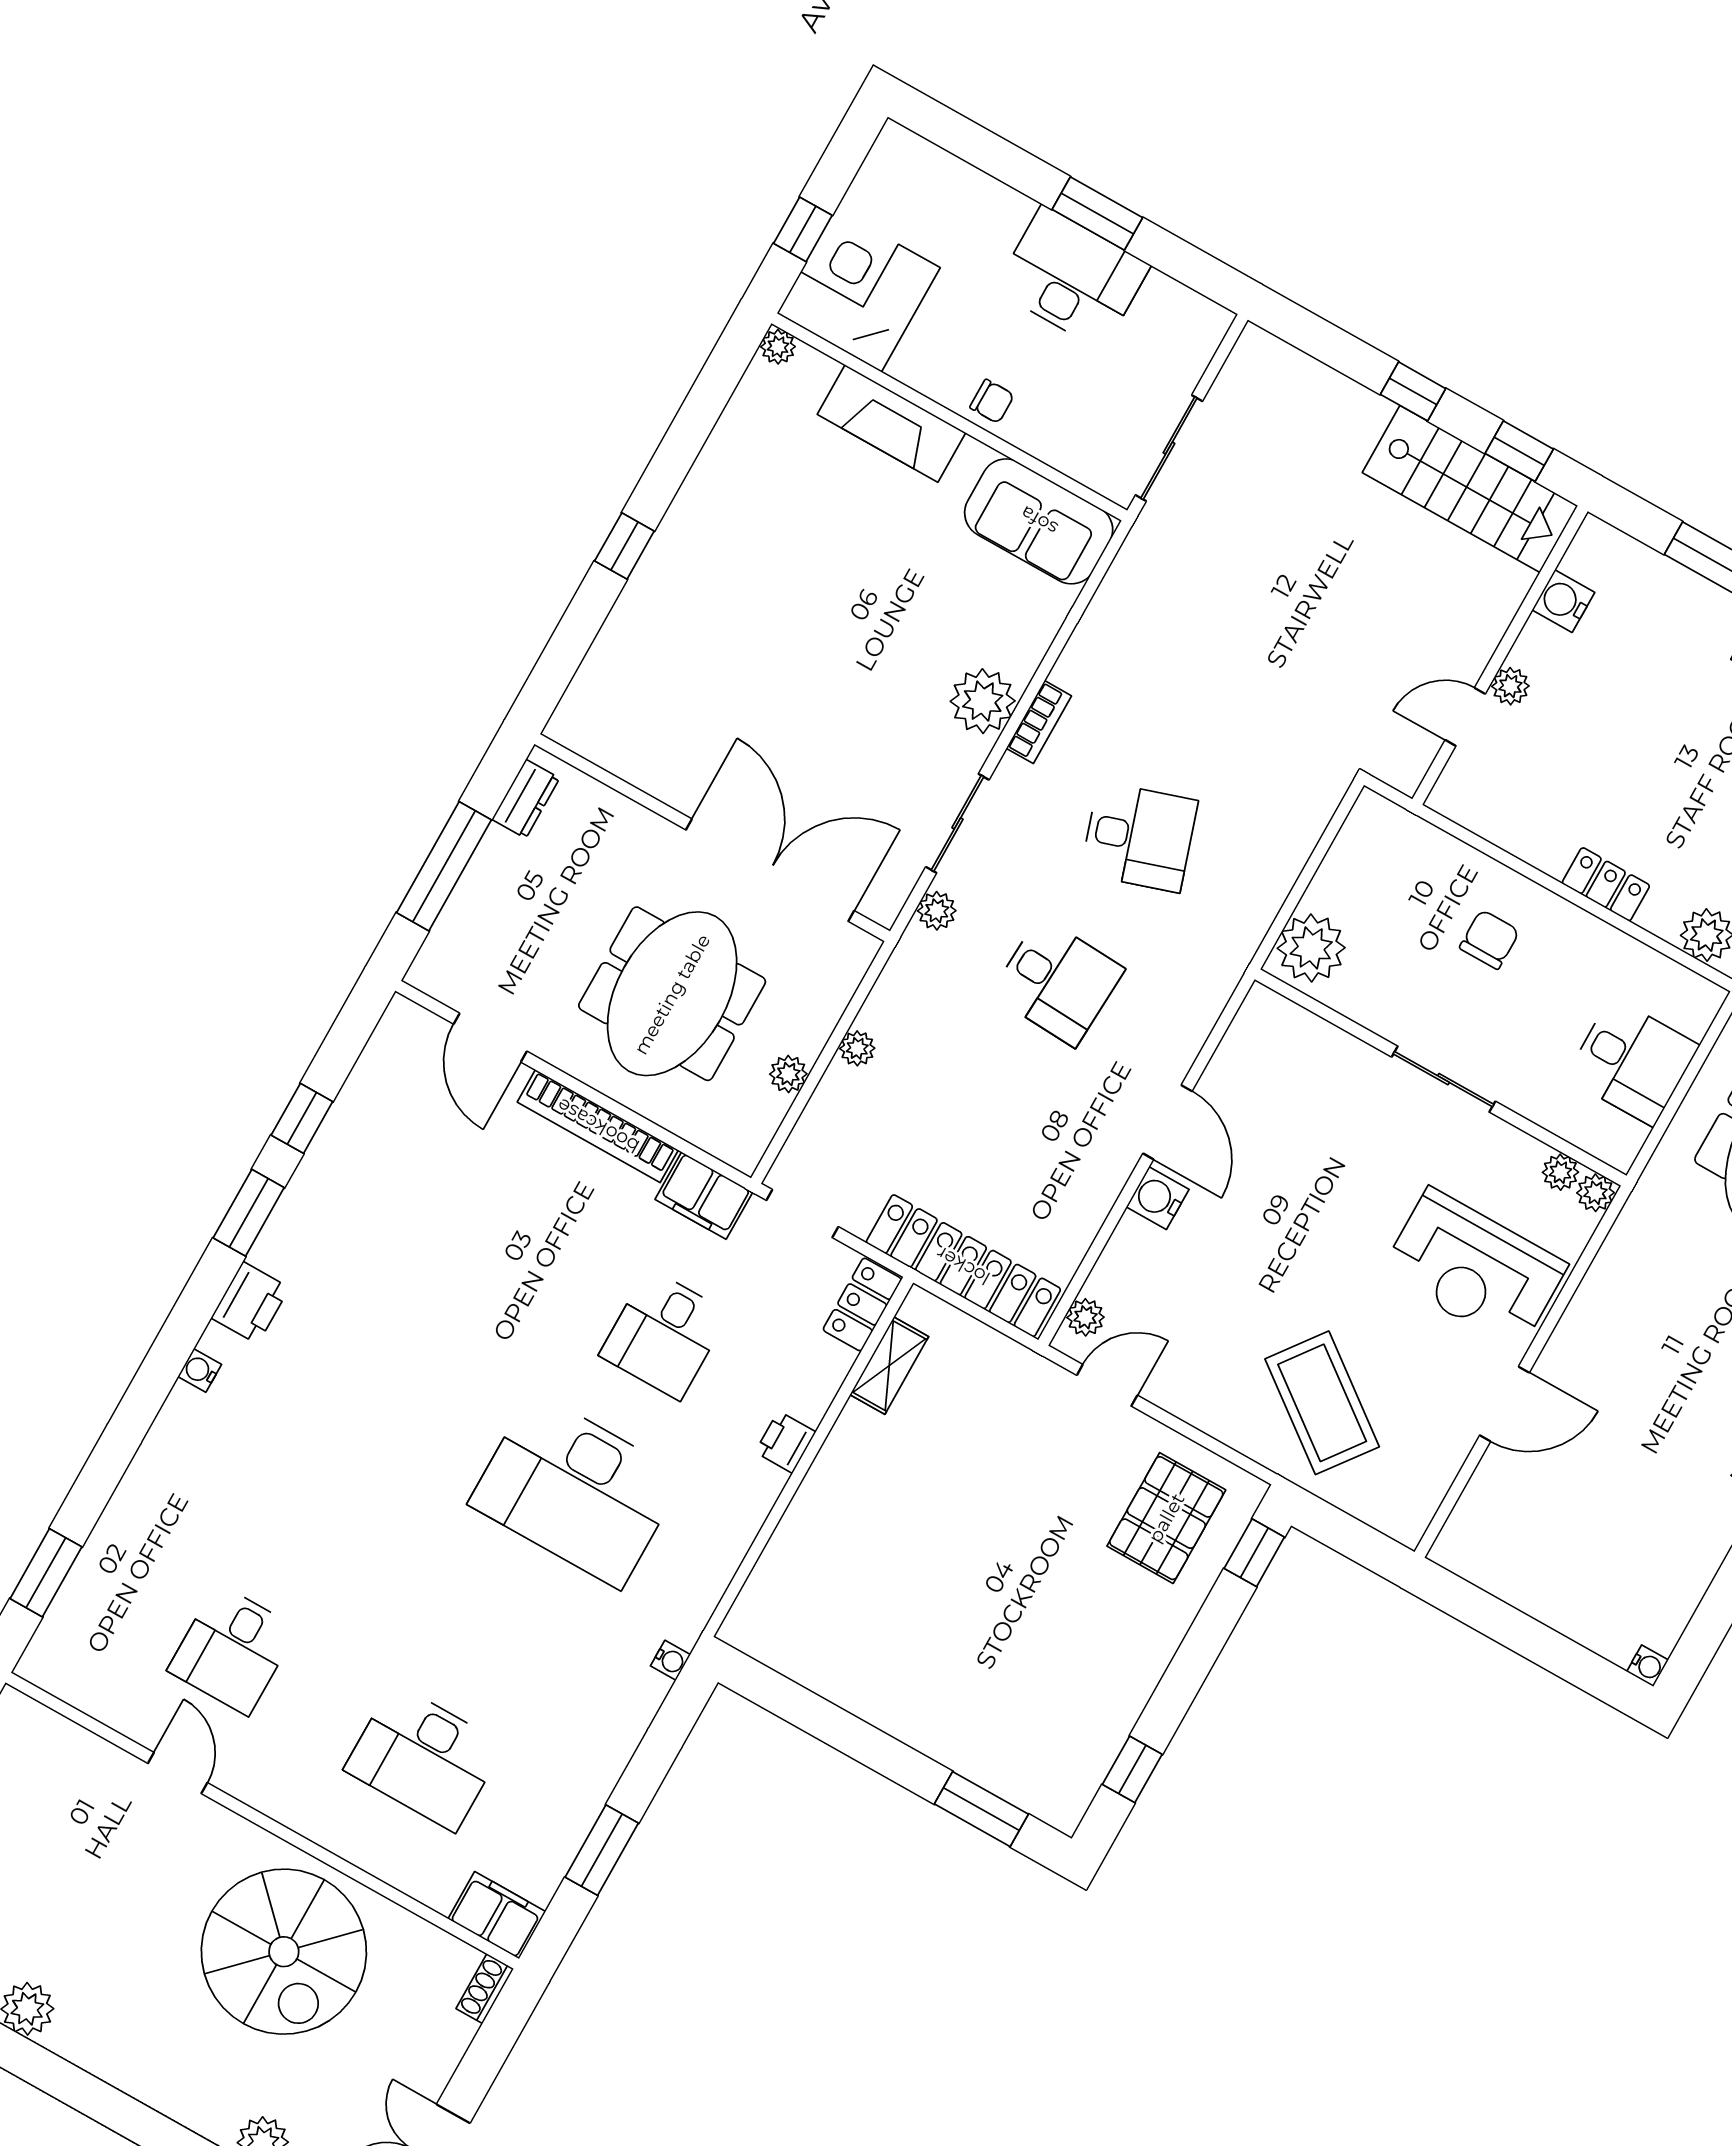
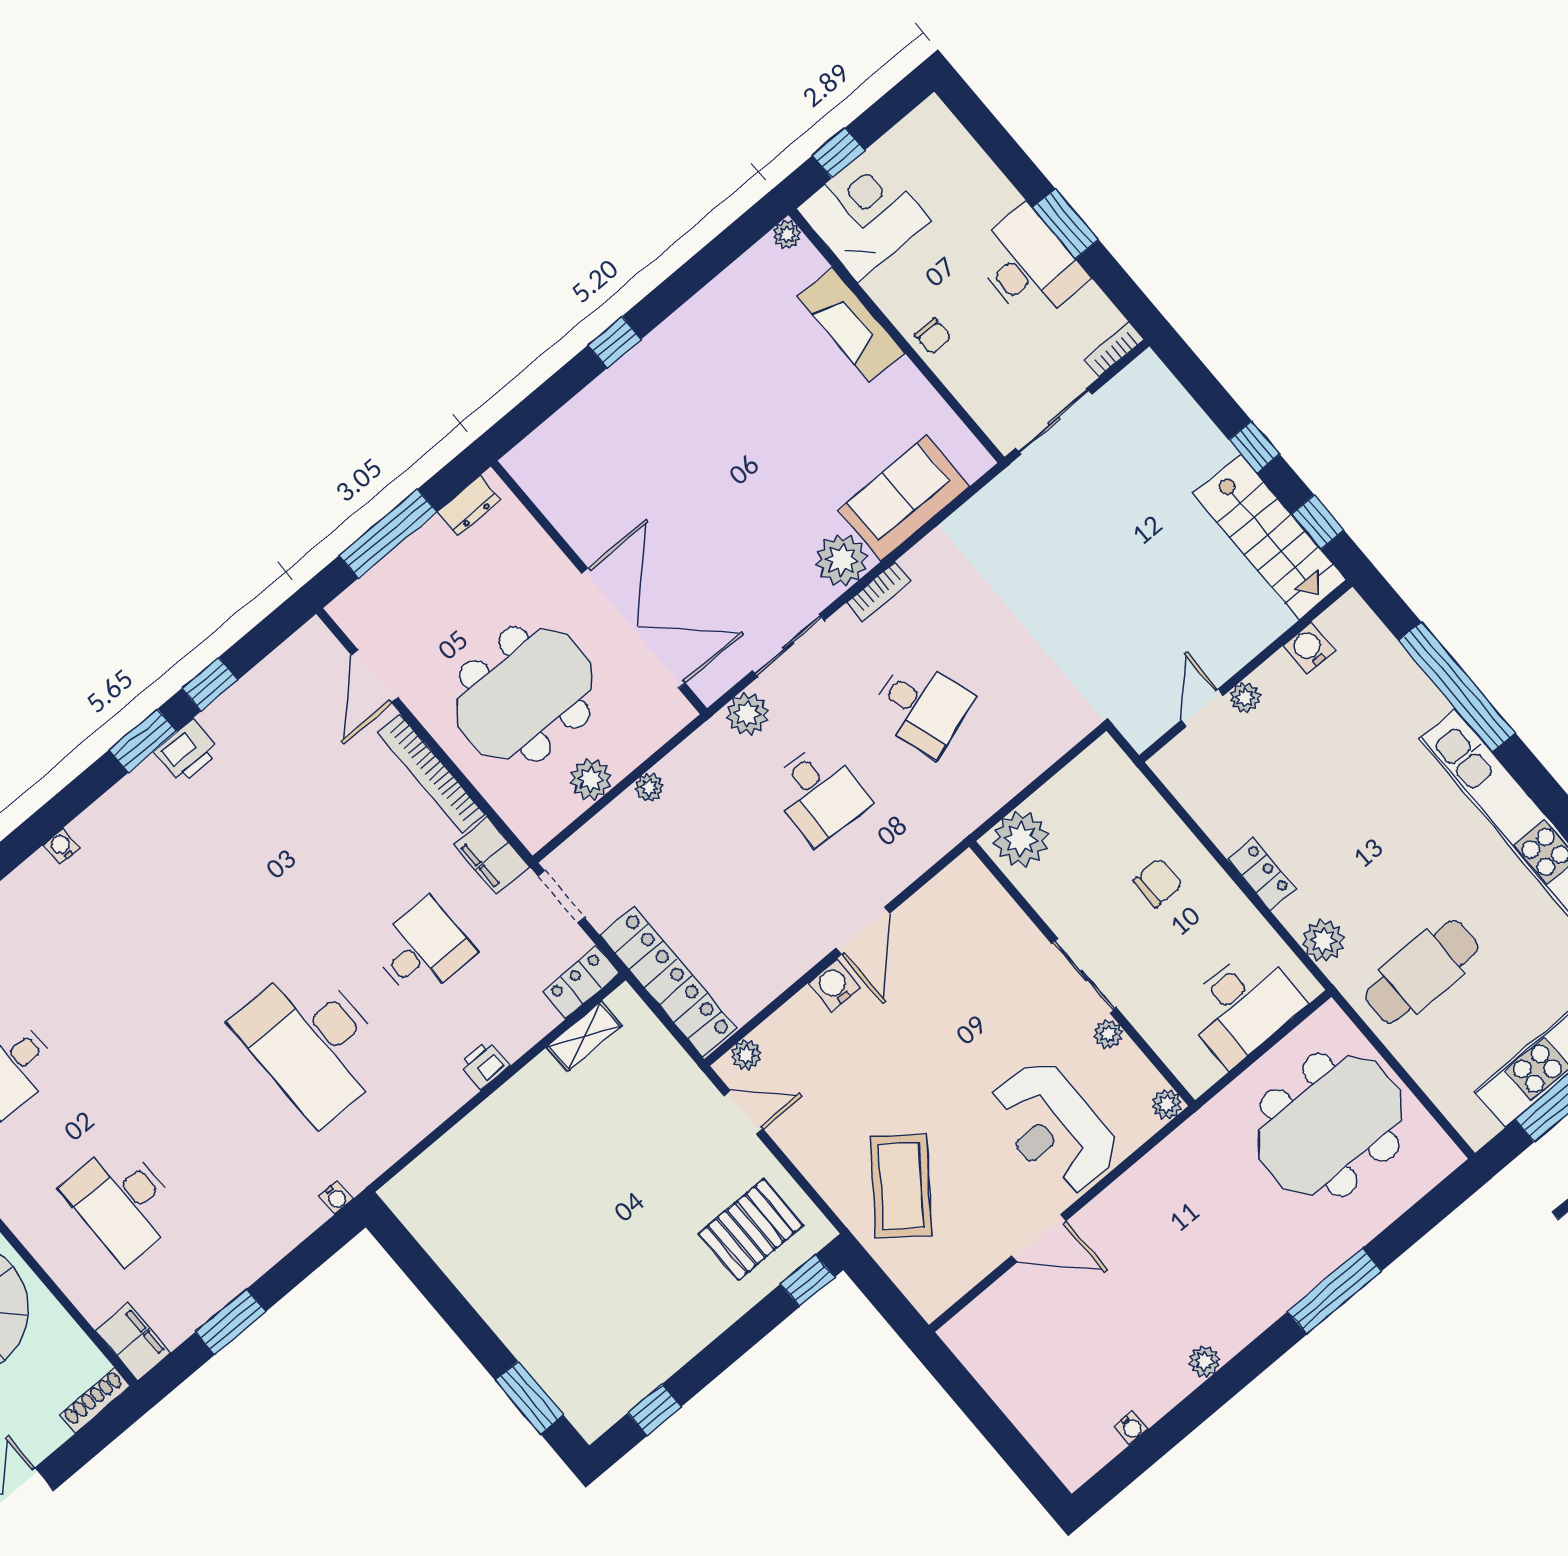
bookcase: (1208, 338) -> (1114, 349), added
sofa: (1039, 521) -> (904, 498), moved, turned 90
door: (1465, 717) -> (1202, 708), hinge flipped
plant: (937, 911) -> (747, 714), width x1.38, depth x1.38
desk: (1632, 1061) -> (1242, 1006), width x1.37
plant: (788, 1074) -> (591, 779), width x1.38, depth x1.38
plant: (1560, 1172) -> (1108, 1034), moved
printer: (250, 1303) -> (187, 752), moved
desk: (664, 1334) -> (423, 949), turned 180
water cooler: (1647, 1666) -> (1131, 1427), moved
shoe rack: (485, 1989) -> (95, 1401), width x1.43

